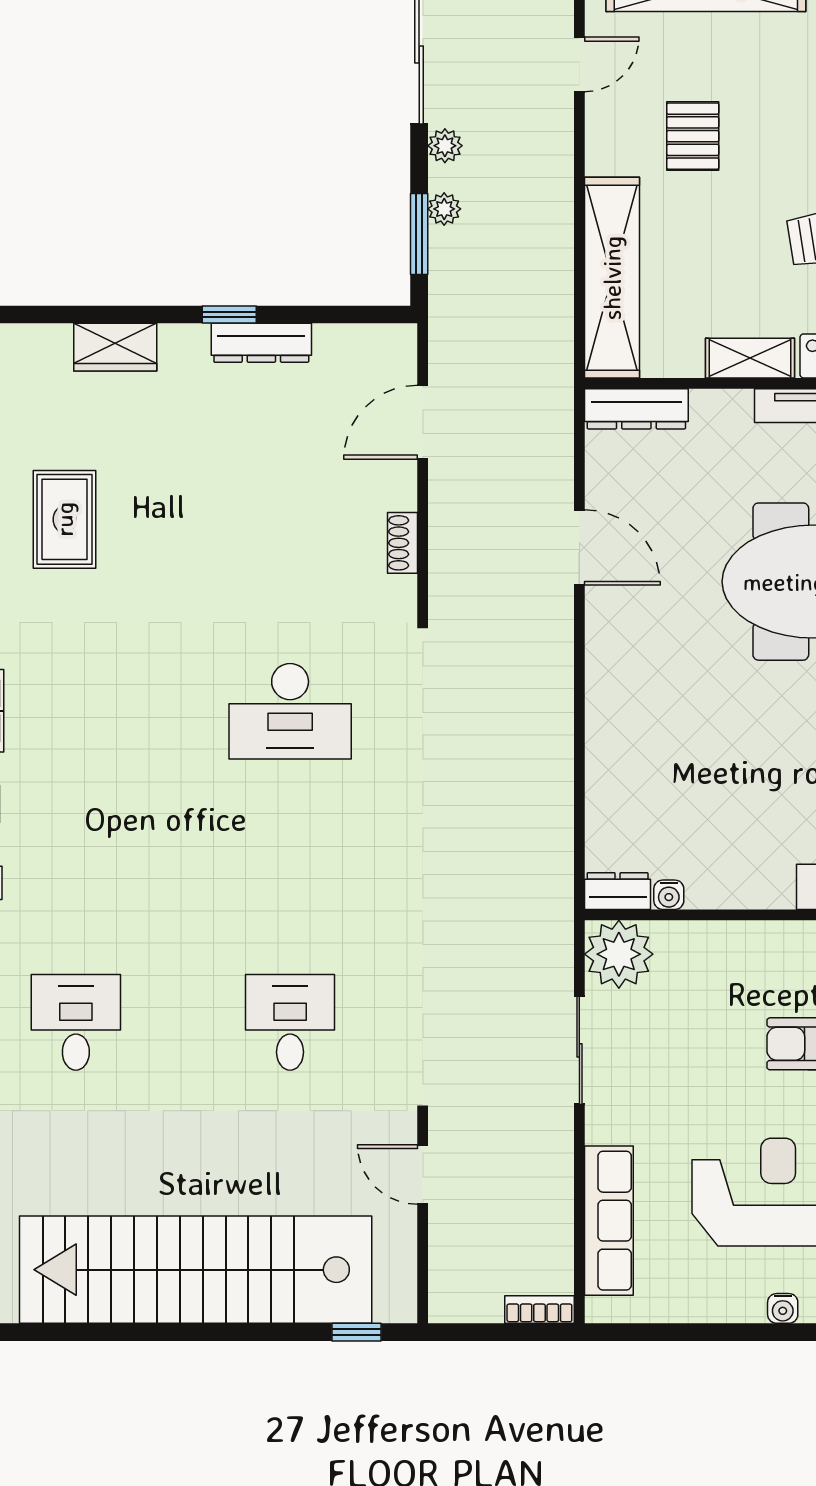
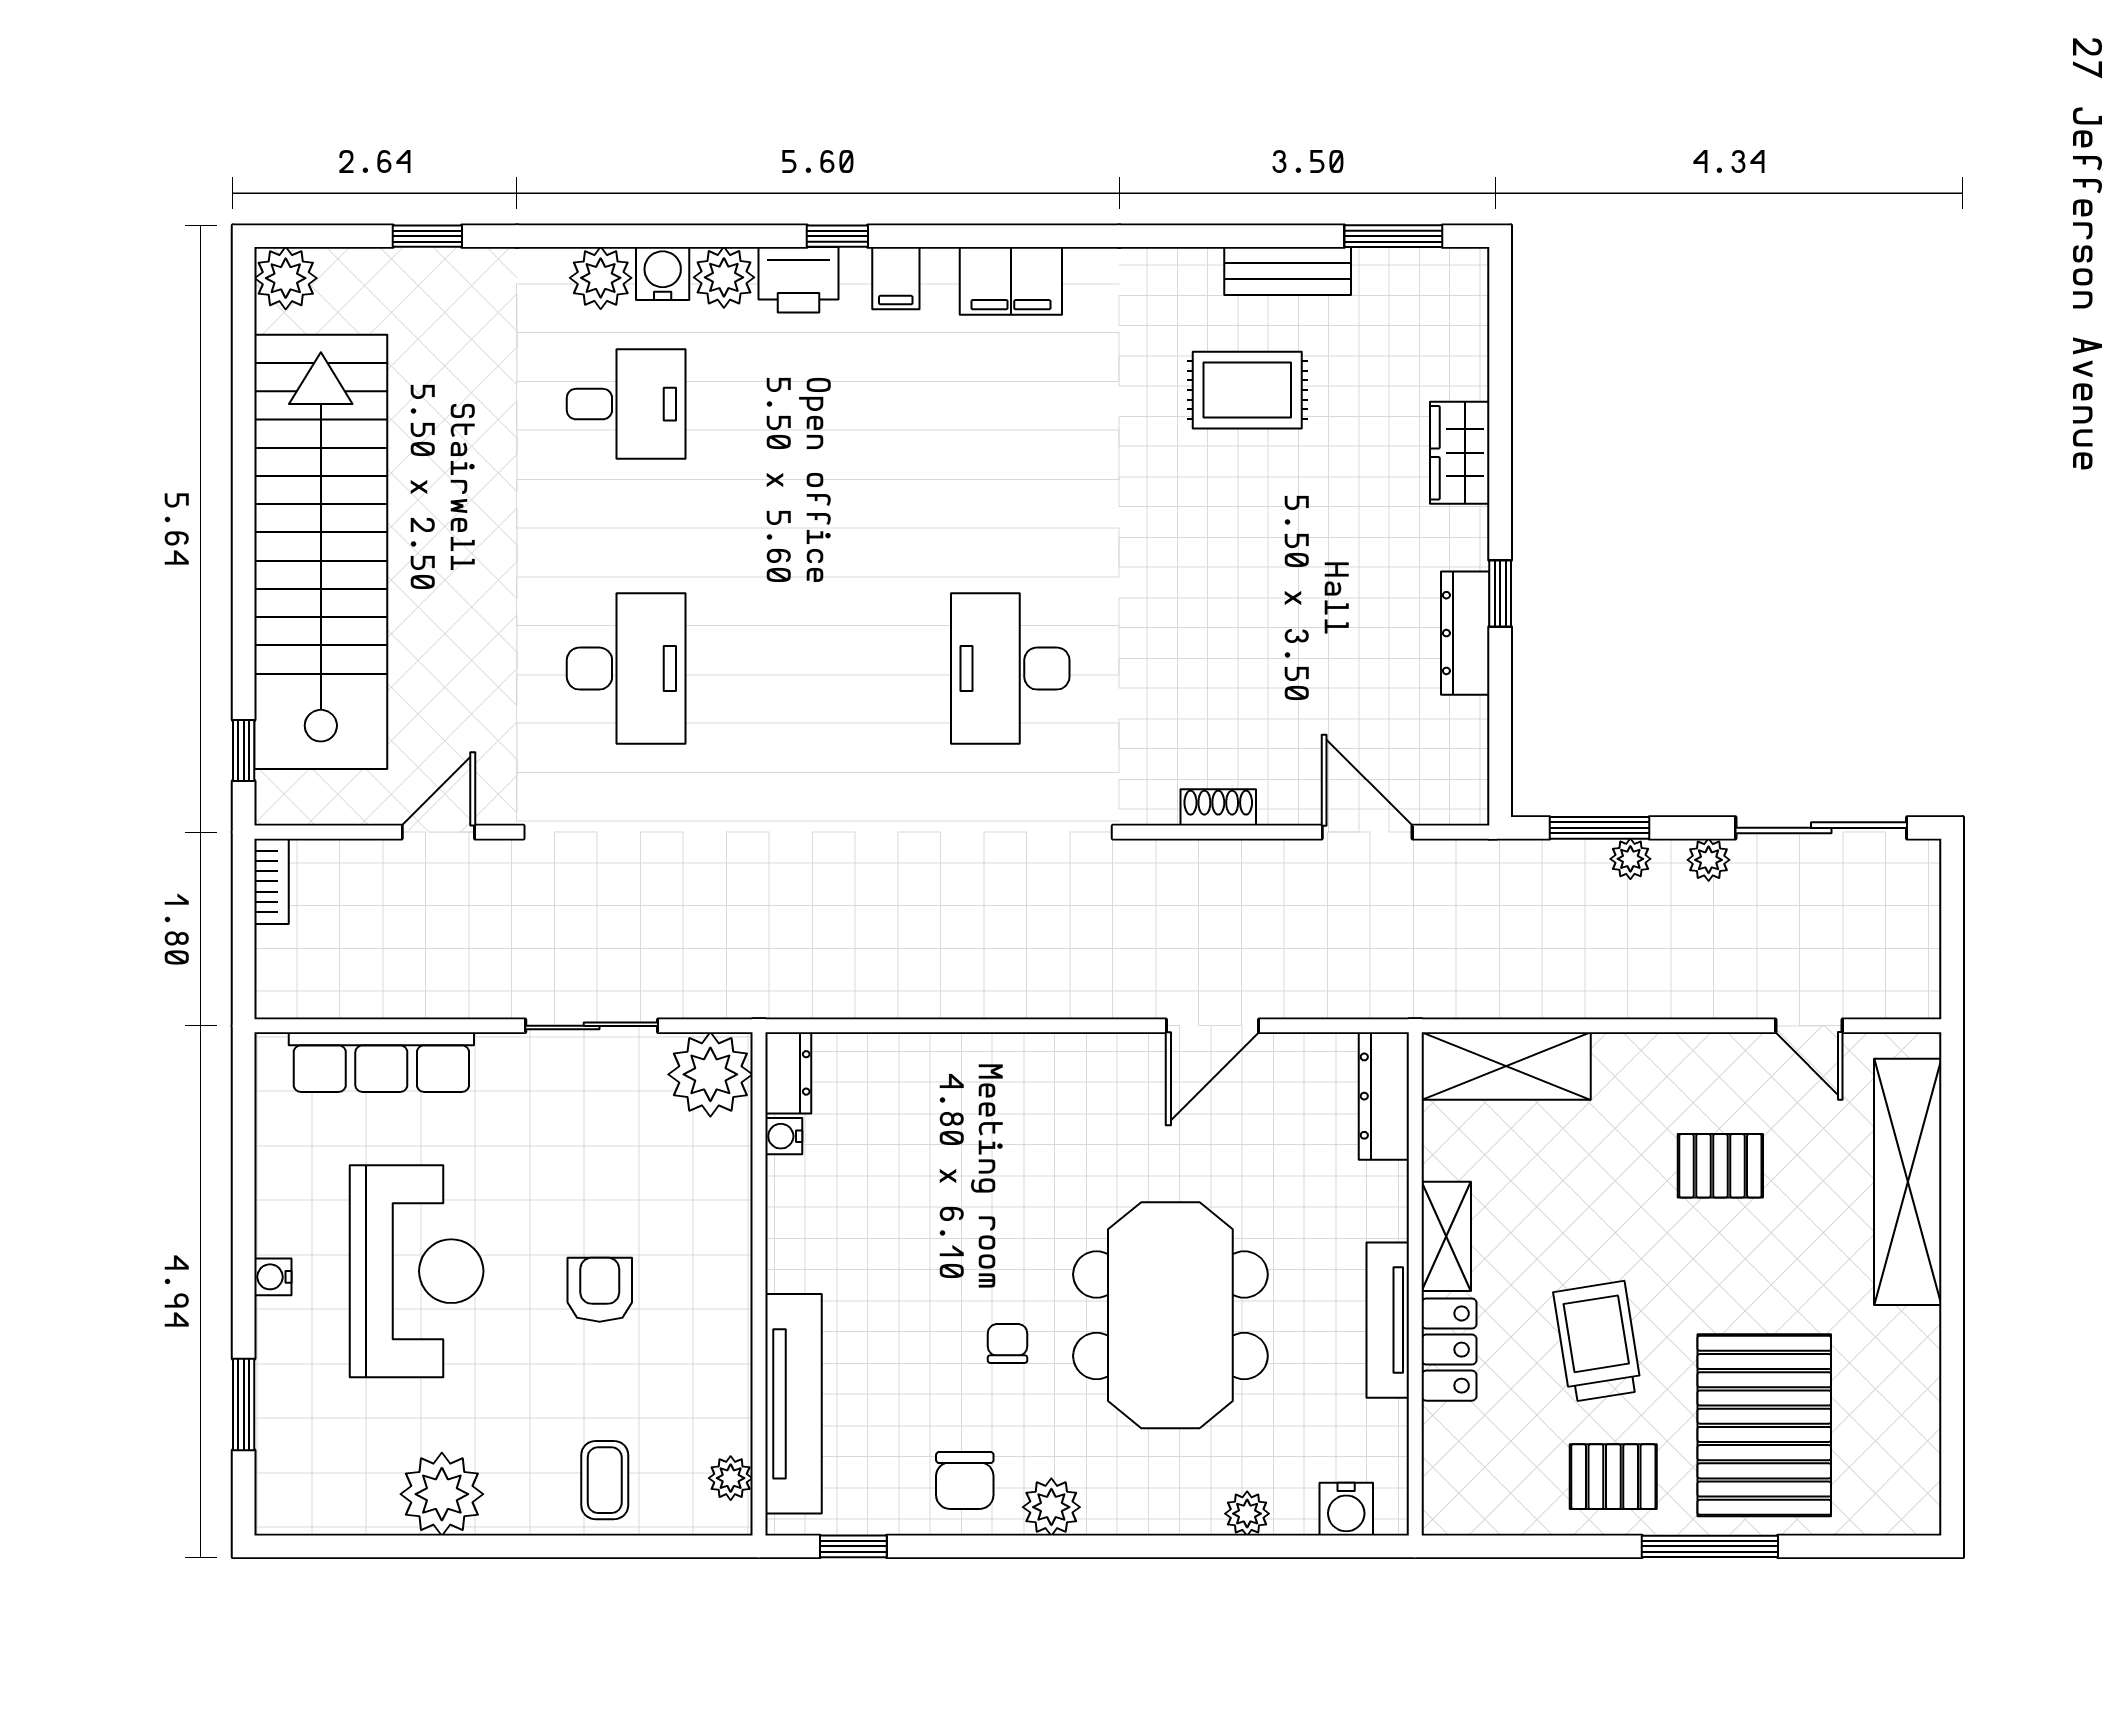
shelving: (612, 278) -> (1506, 1066), width x0.68
desk: (290, 1022) -> (626, 669), width x1.37
bookcase: (539, 1310) -> (272, 881), moved

